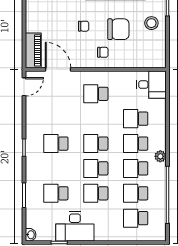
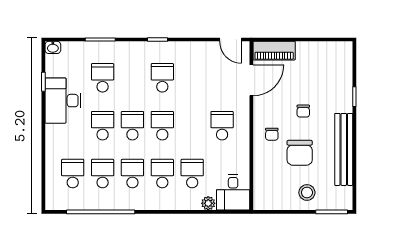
plant: (160, 156) -> (208, 203), moved

